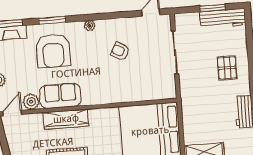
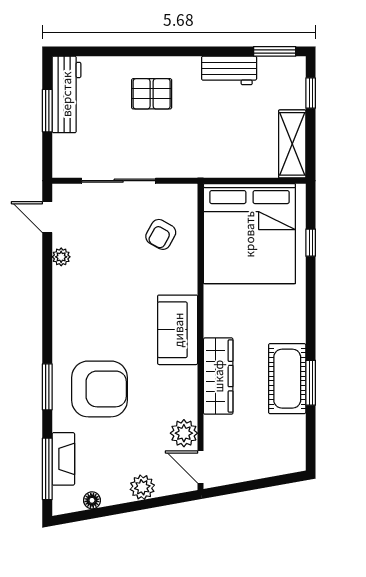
plant: (90, 25) -> (61, 257), moved
armchair: (120, 51) -> (161, 234), moved
sofa: (60, 96) -> (178, 330), moved

